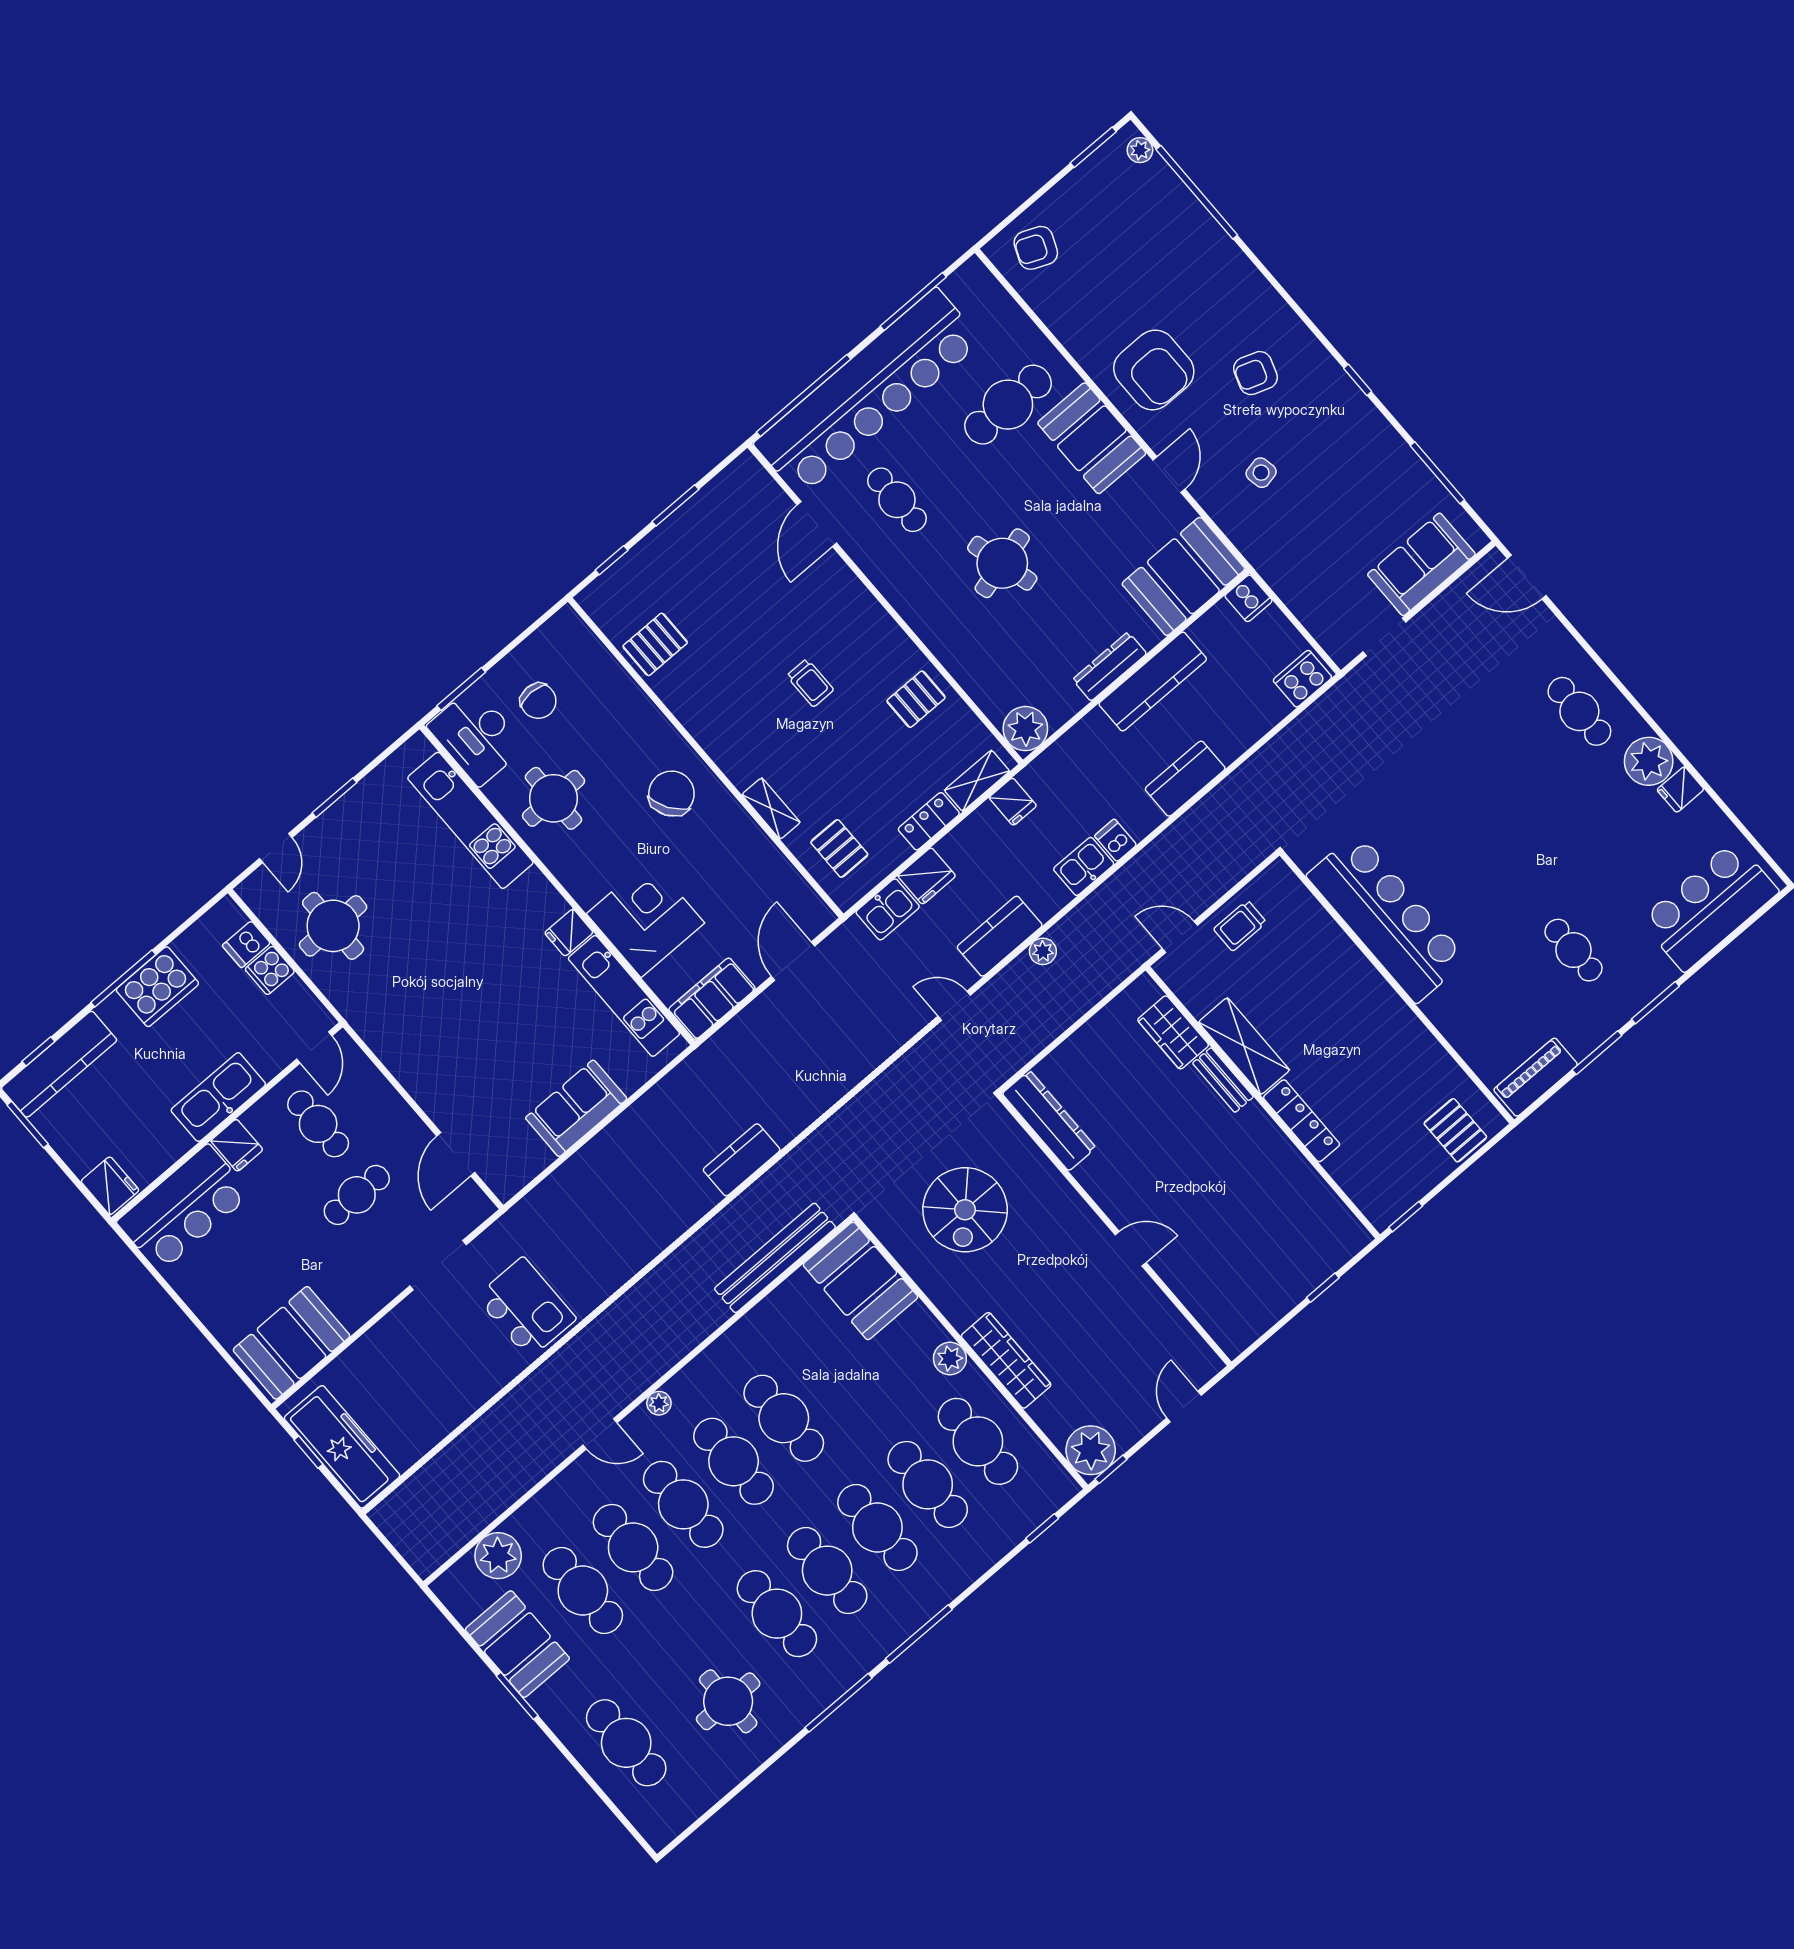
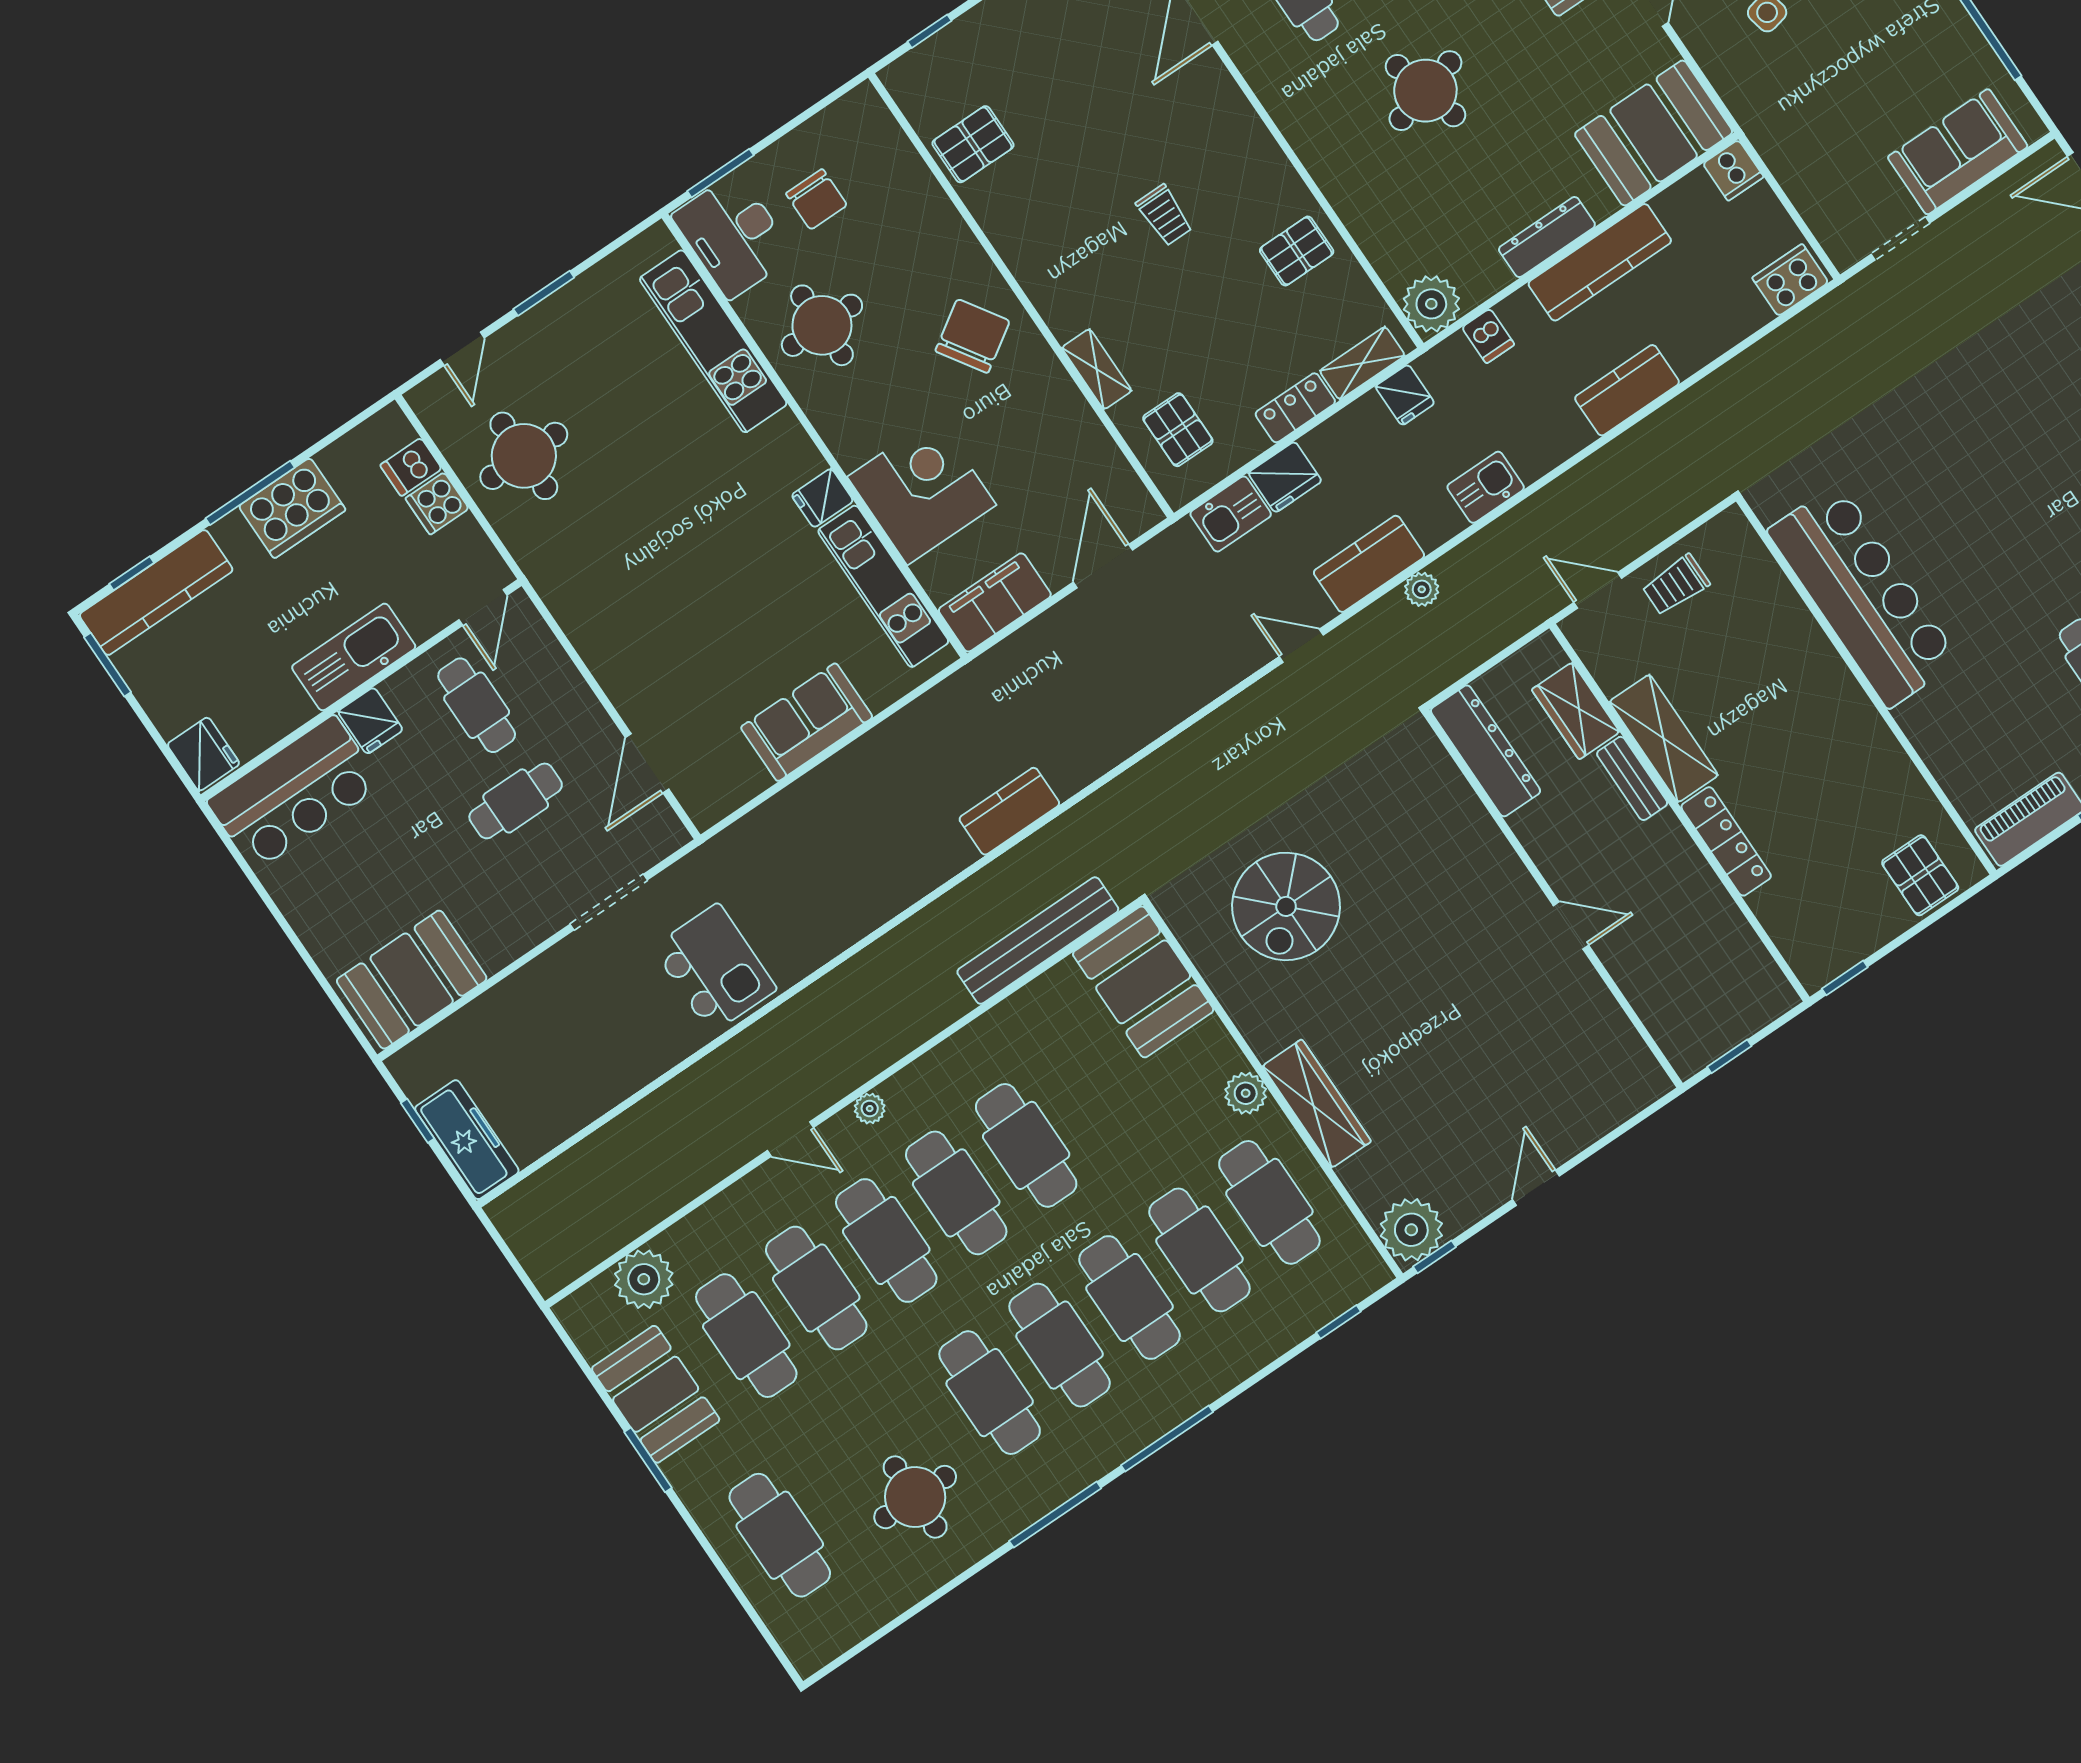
dishwasher: (1116, 840) -> (1488, 336), moved, turned 180
dresser: (1049, 1121) -> (1486, 751), moved
wall: (1114, 1230) -> (1553, 899), moved
door: (1131, 1249) -> (1571, 925), moved
freezer: (342, 1447) -> (467, 1140), width x0.73, depth x0.79

